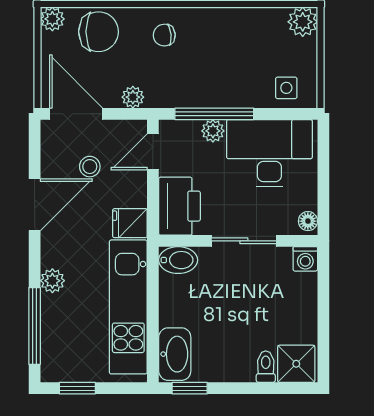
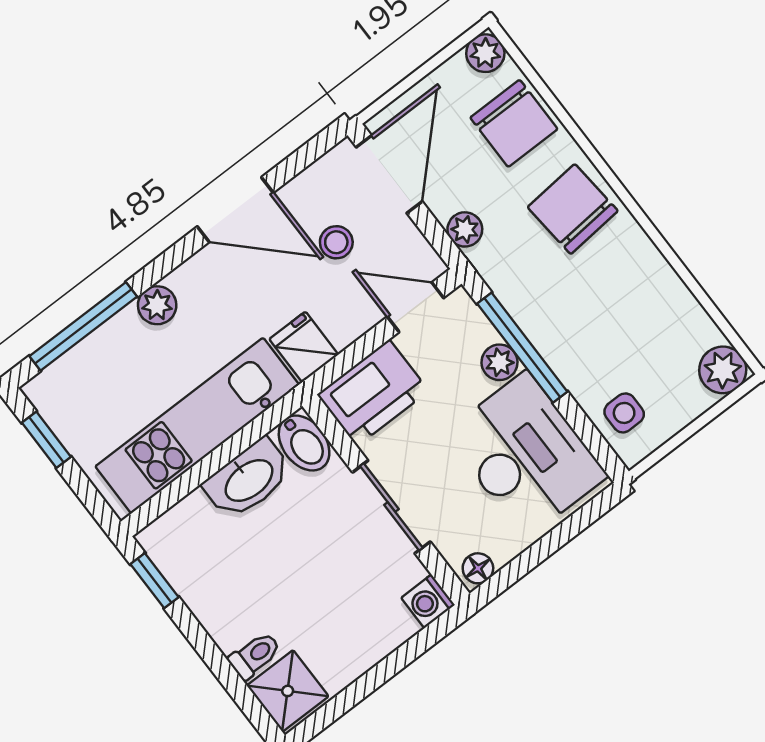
chair: (164, 35) -> (573, 209), width x1.87, depth x1.87
washbasin: (175, 354) -> (248, 479), moved

